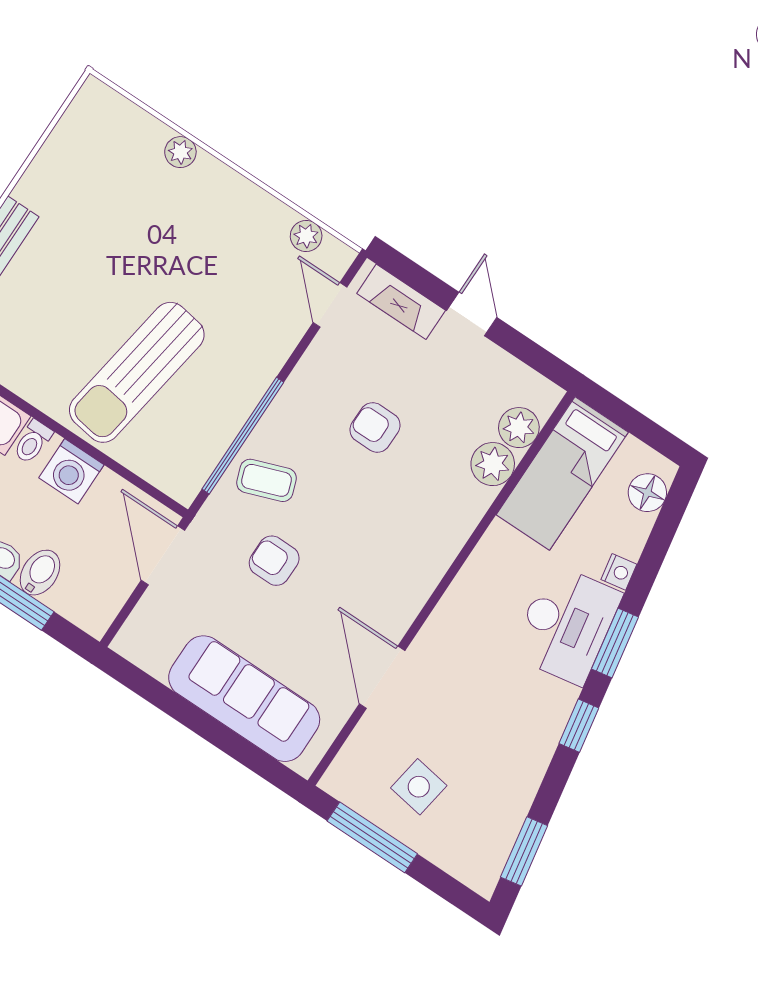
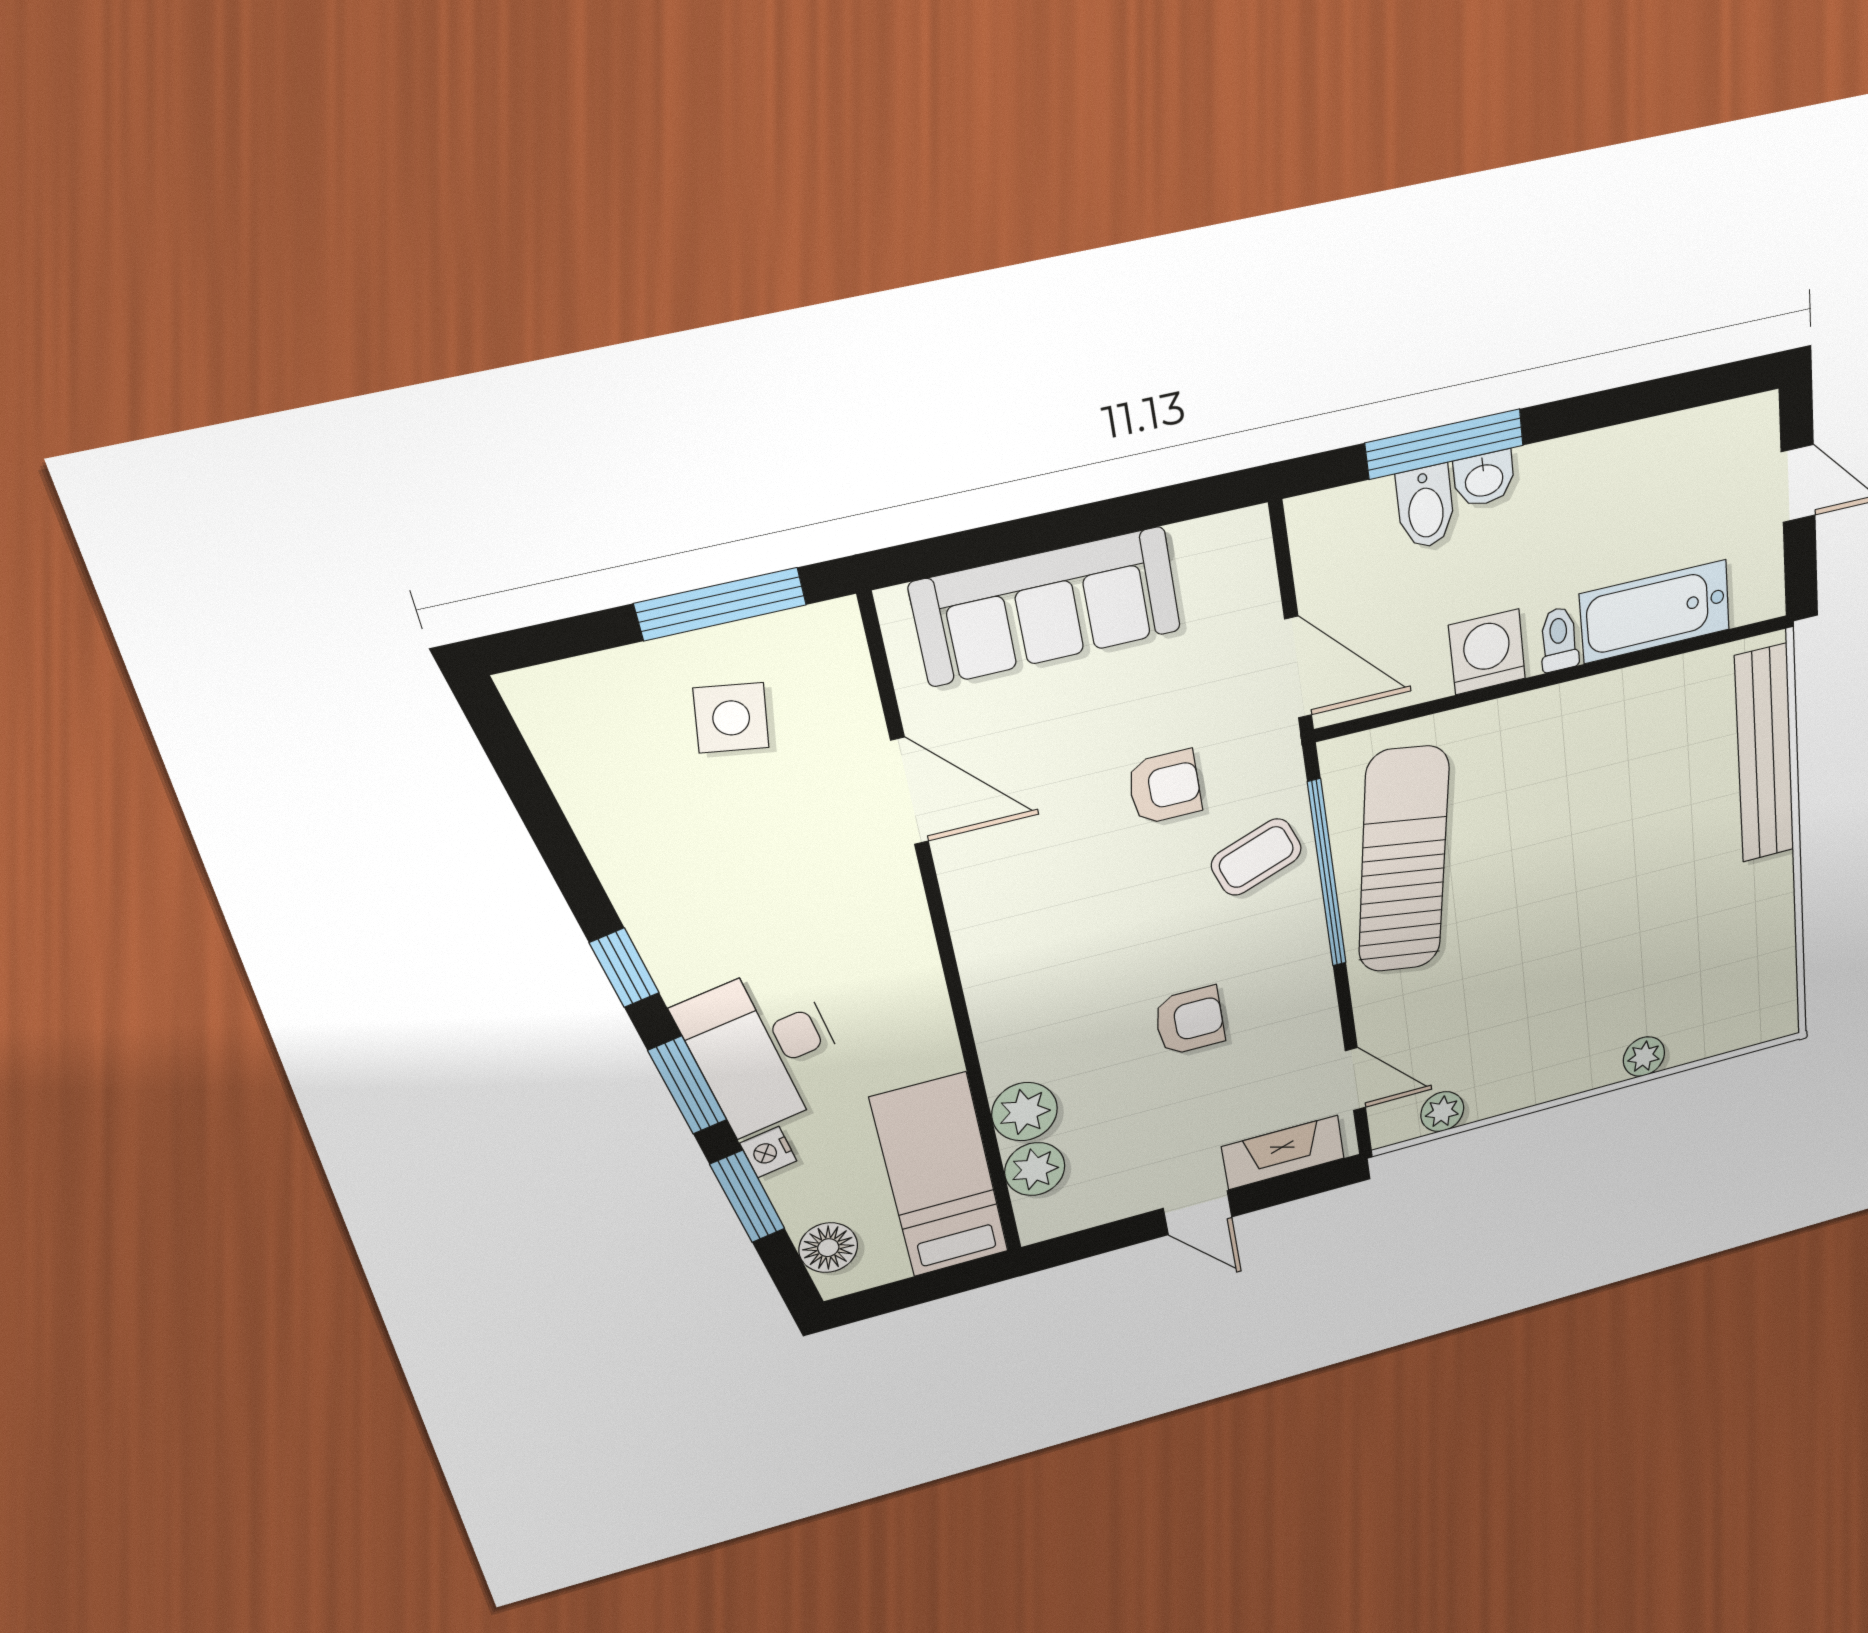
sun lounger: (137, 372) -> (1403, 861), moved
window: (524, 851) -> (747, 1197), moved

